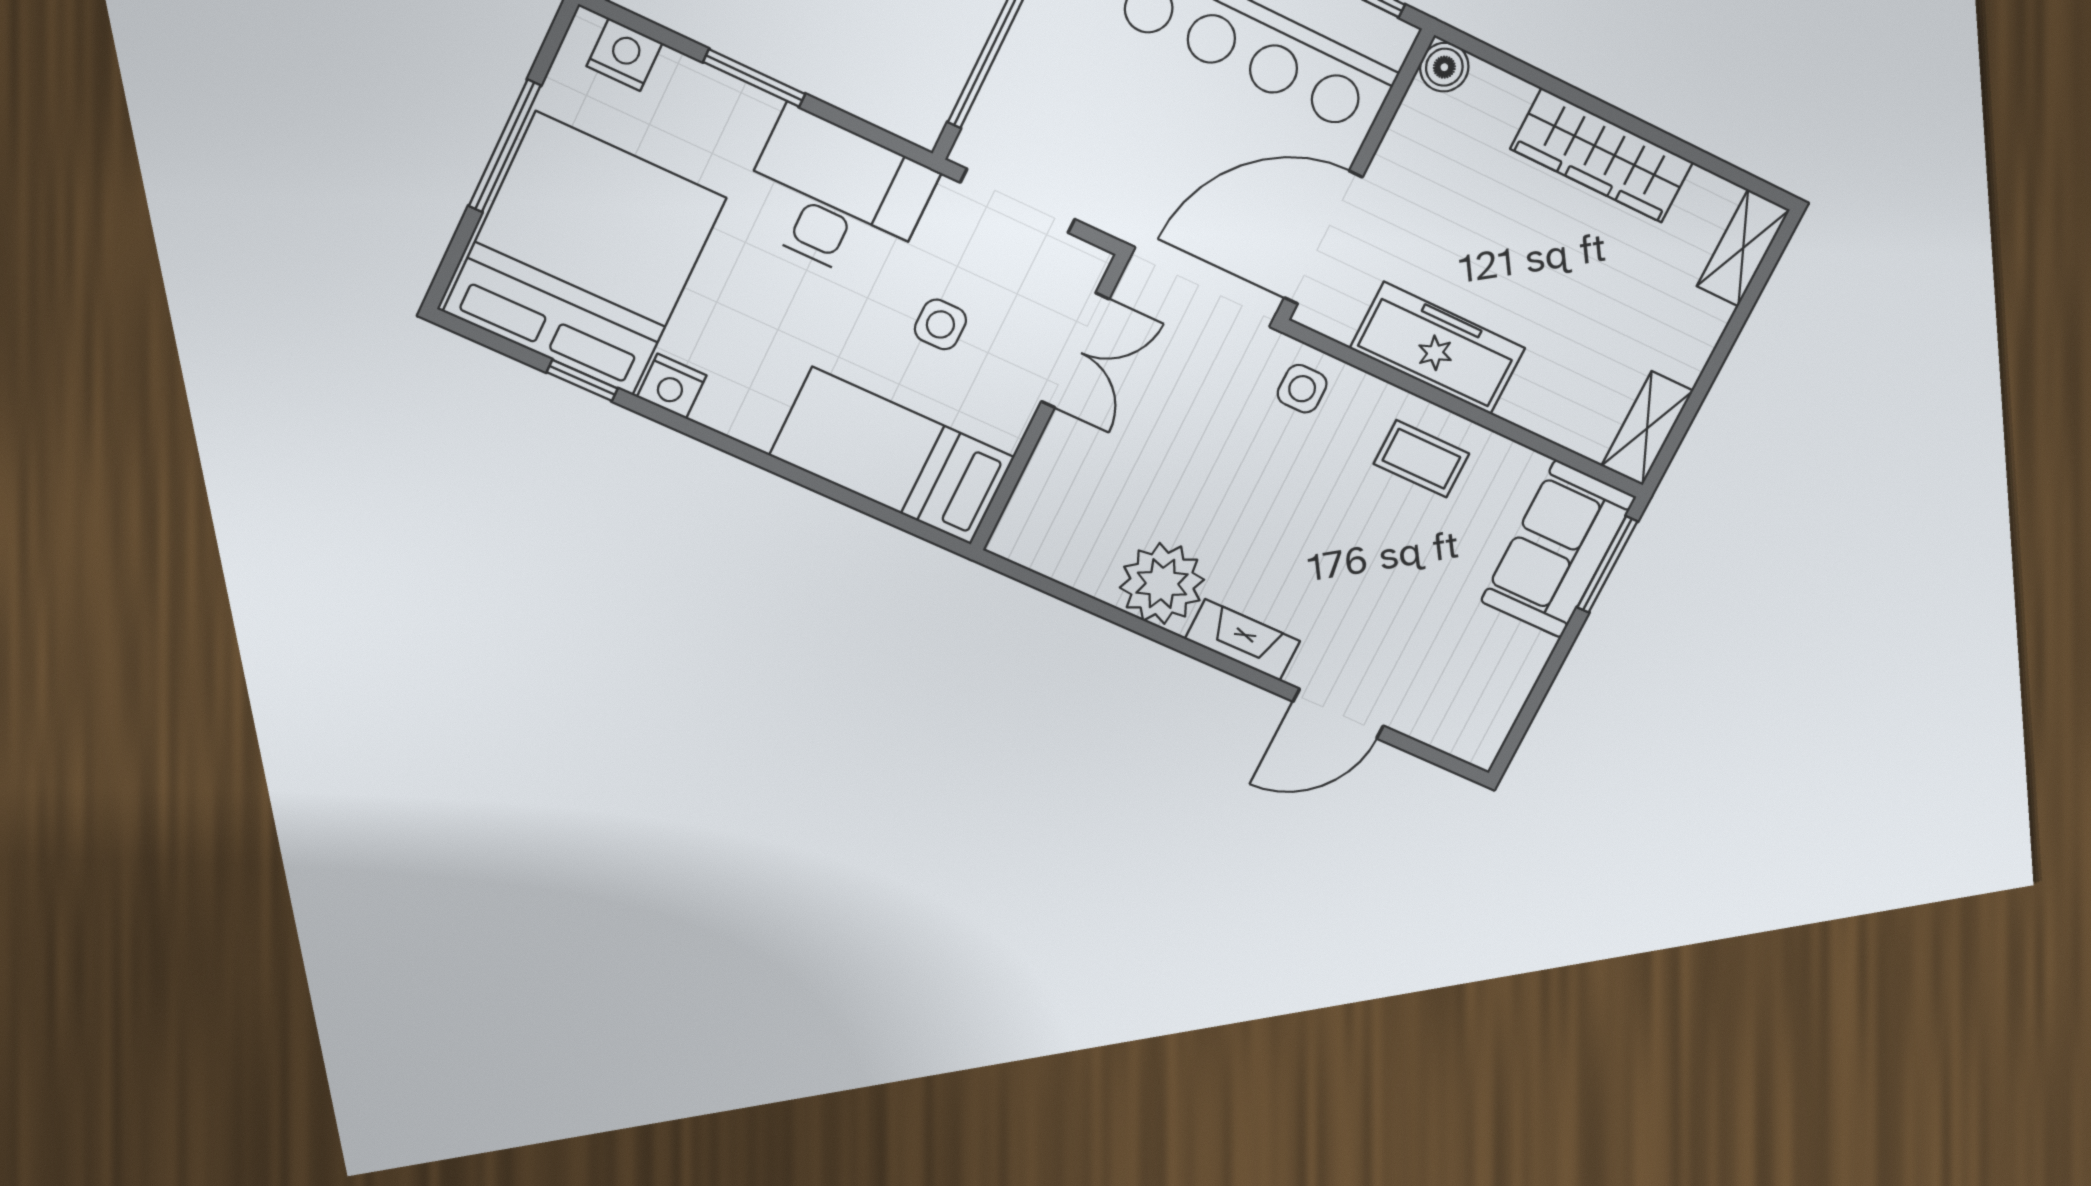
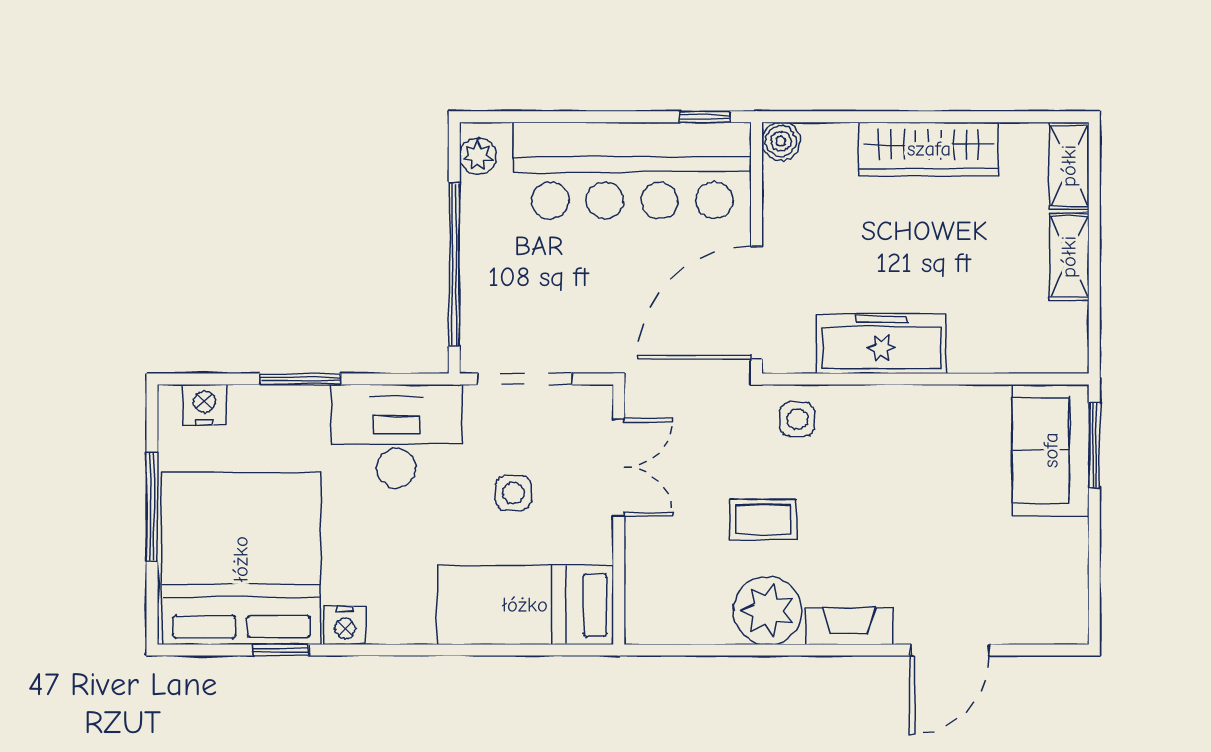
shelving: (1647, 428) -> (1069, 257), moved
coffee table: (1421, 459) -> (763, 519), moved

